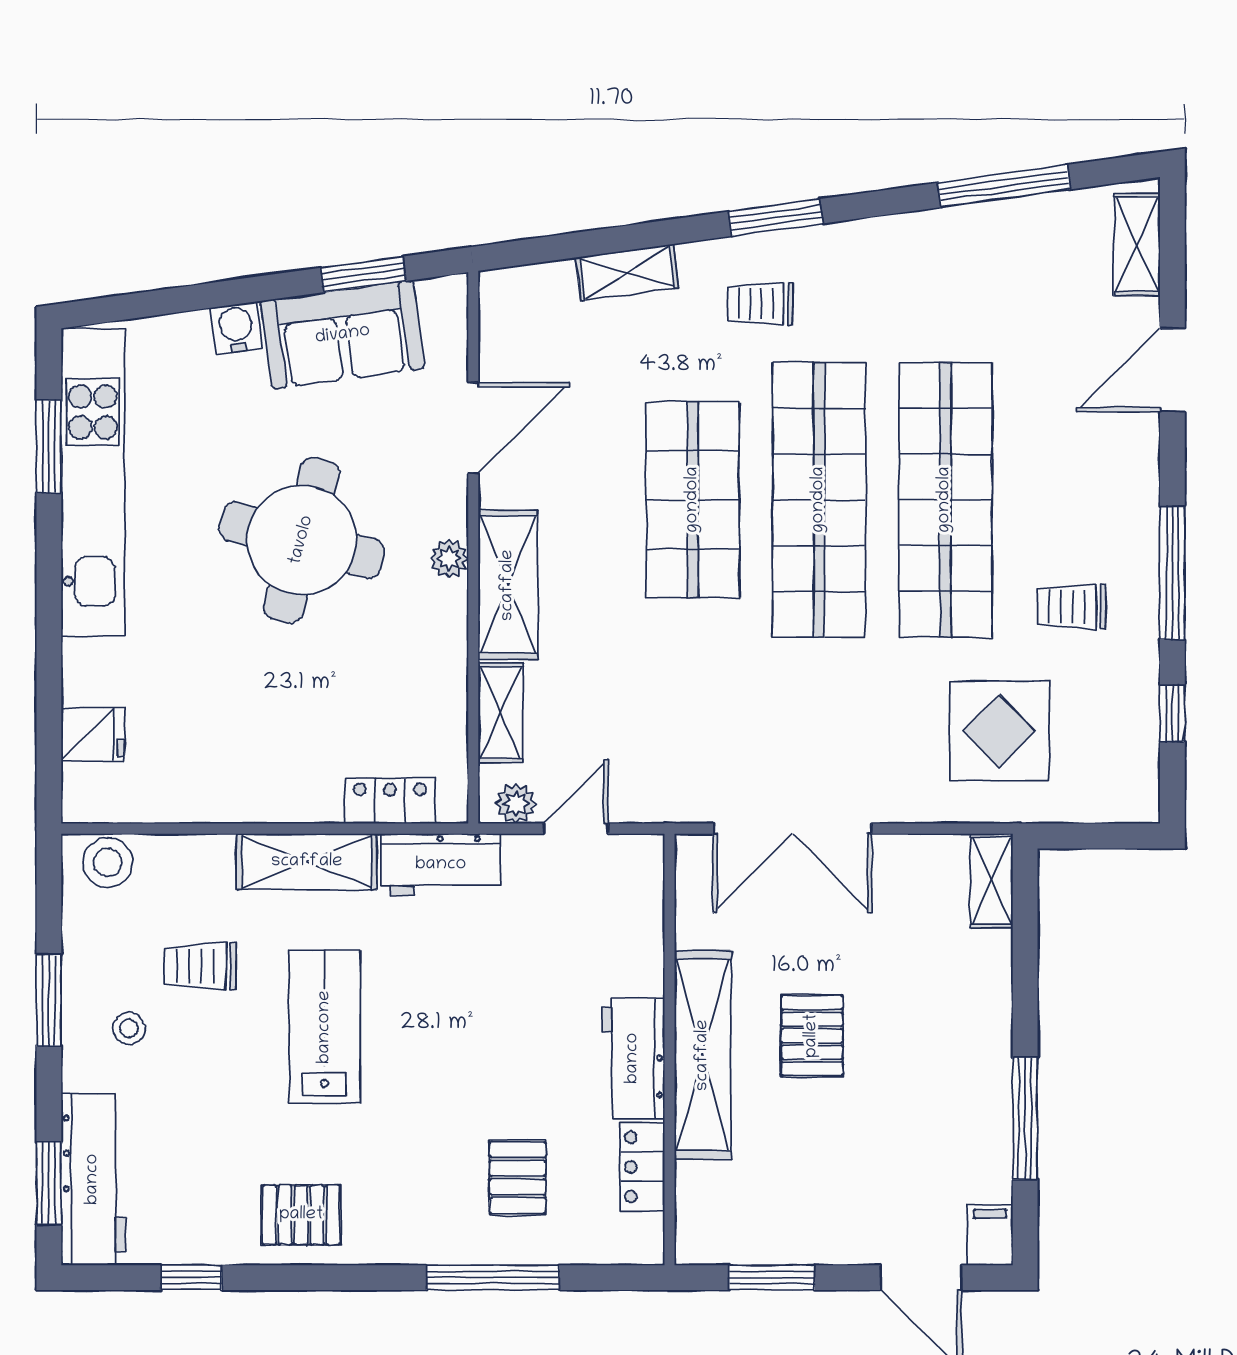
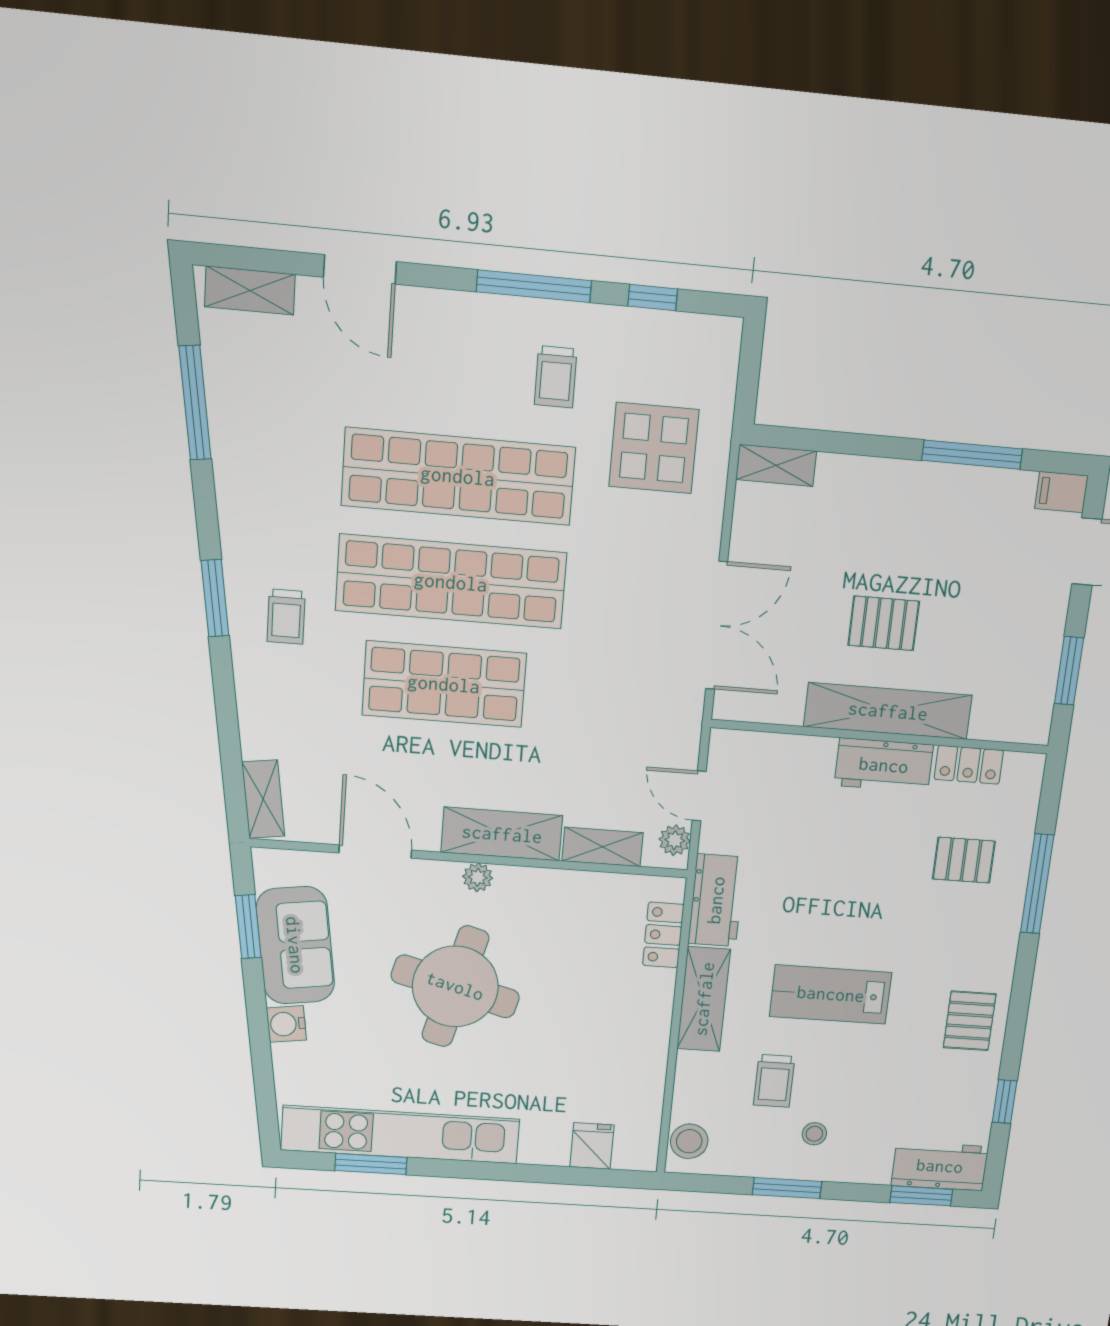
shelving: (627, 273) -> (263, 799), moved
workbench: (93, 1179) -> (940, 1166), width x0.73

